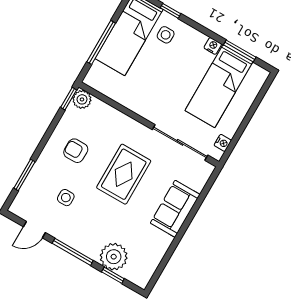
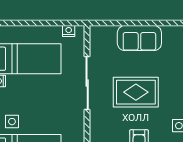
sliding door: (180, 142) -> (87, 83), moved

